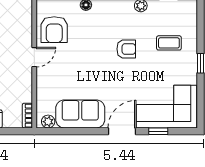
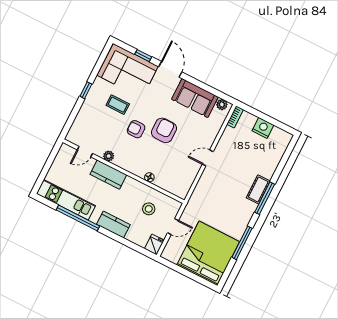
armchair: (54, 30) -> (164, 130), moved
coffee table: (169, 43) -> (118, 105), moved
door: (122, 131) -> (170, 69), swing flipped

